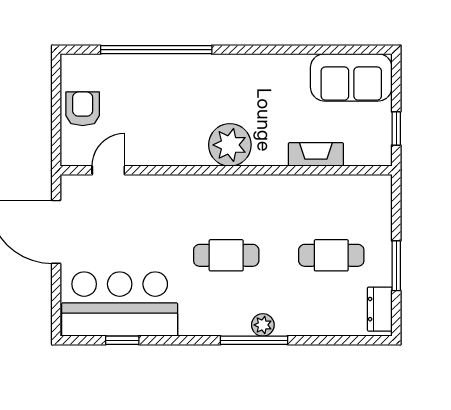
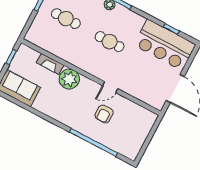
armchair: (83, 109) -> (104, 114), moved
plant: (230, 145) -> (69, 79), moved
door: (108, 170) -> (110, 87), moved

